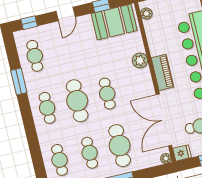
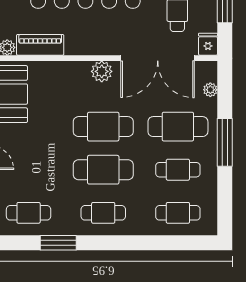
plant: (140, 60) -> (102, 71), moved
piano: (162, 72) -> (40, 45), moved
cafe table: (107, 94) -> (103, 127), width x1.37, depth x1.35
plant: (166, 158) -> (210, 90), moved

